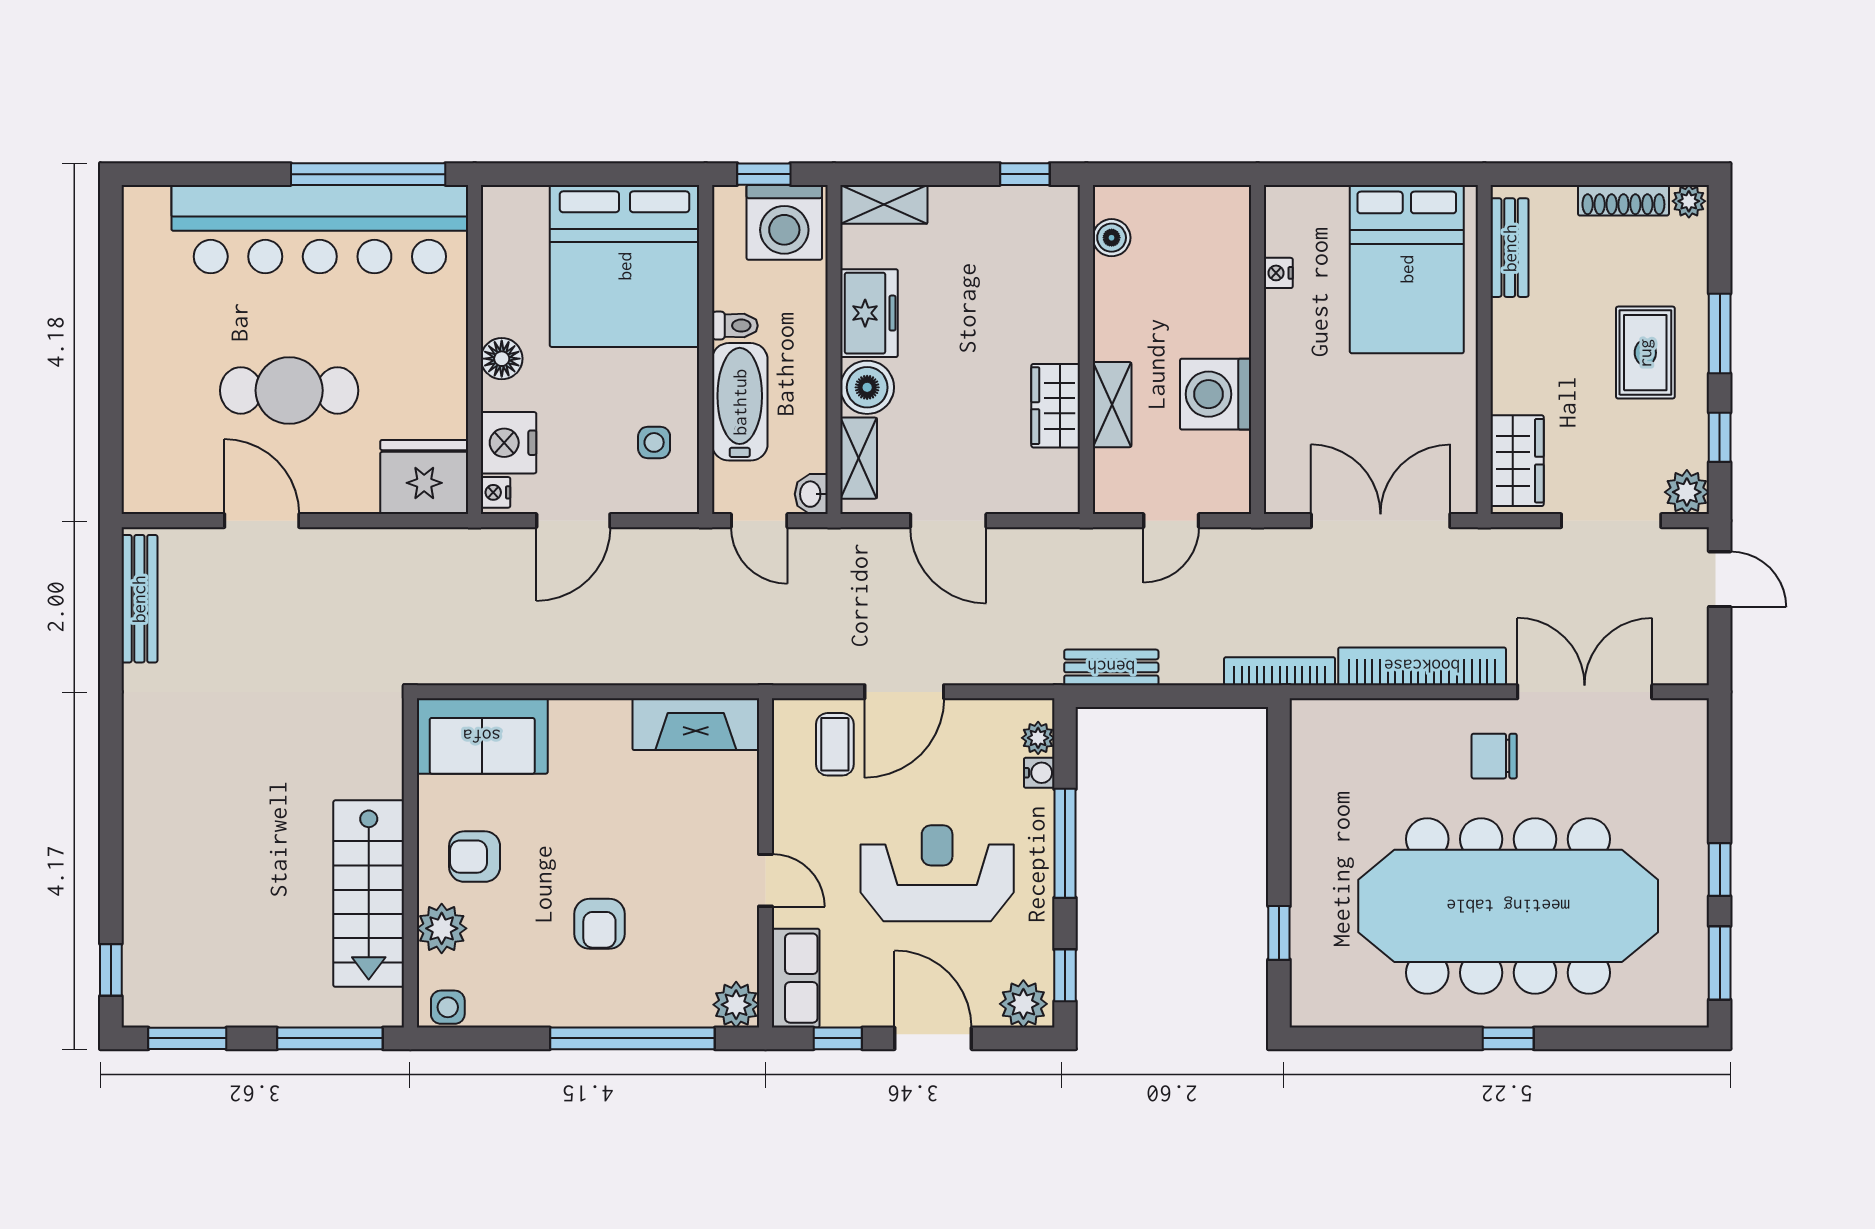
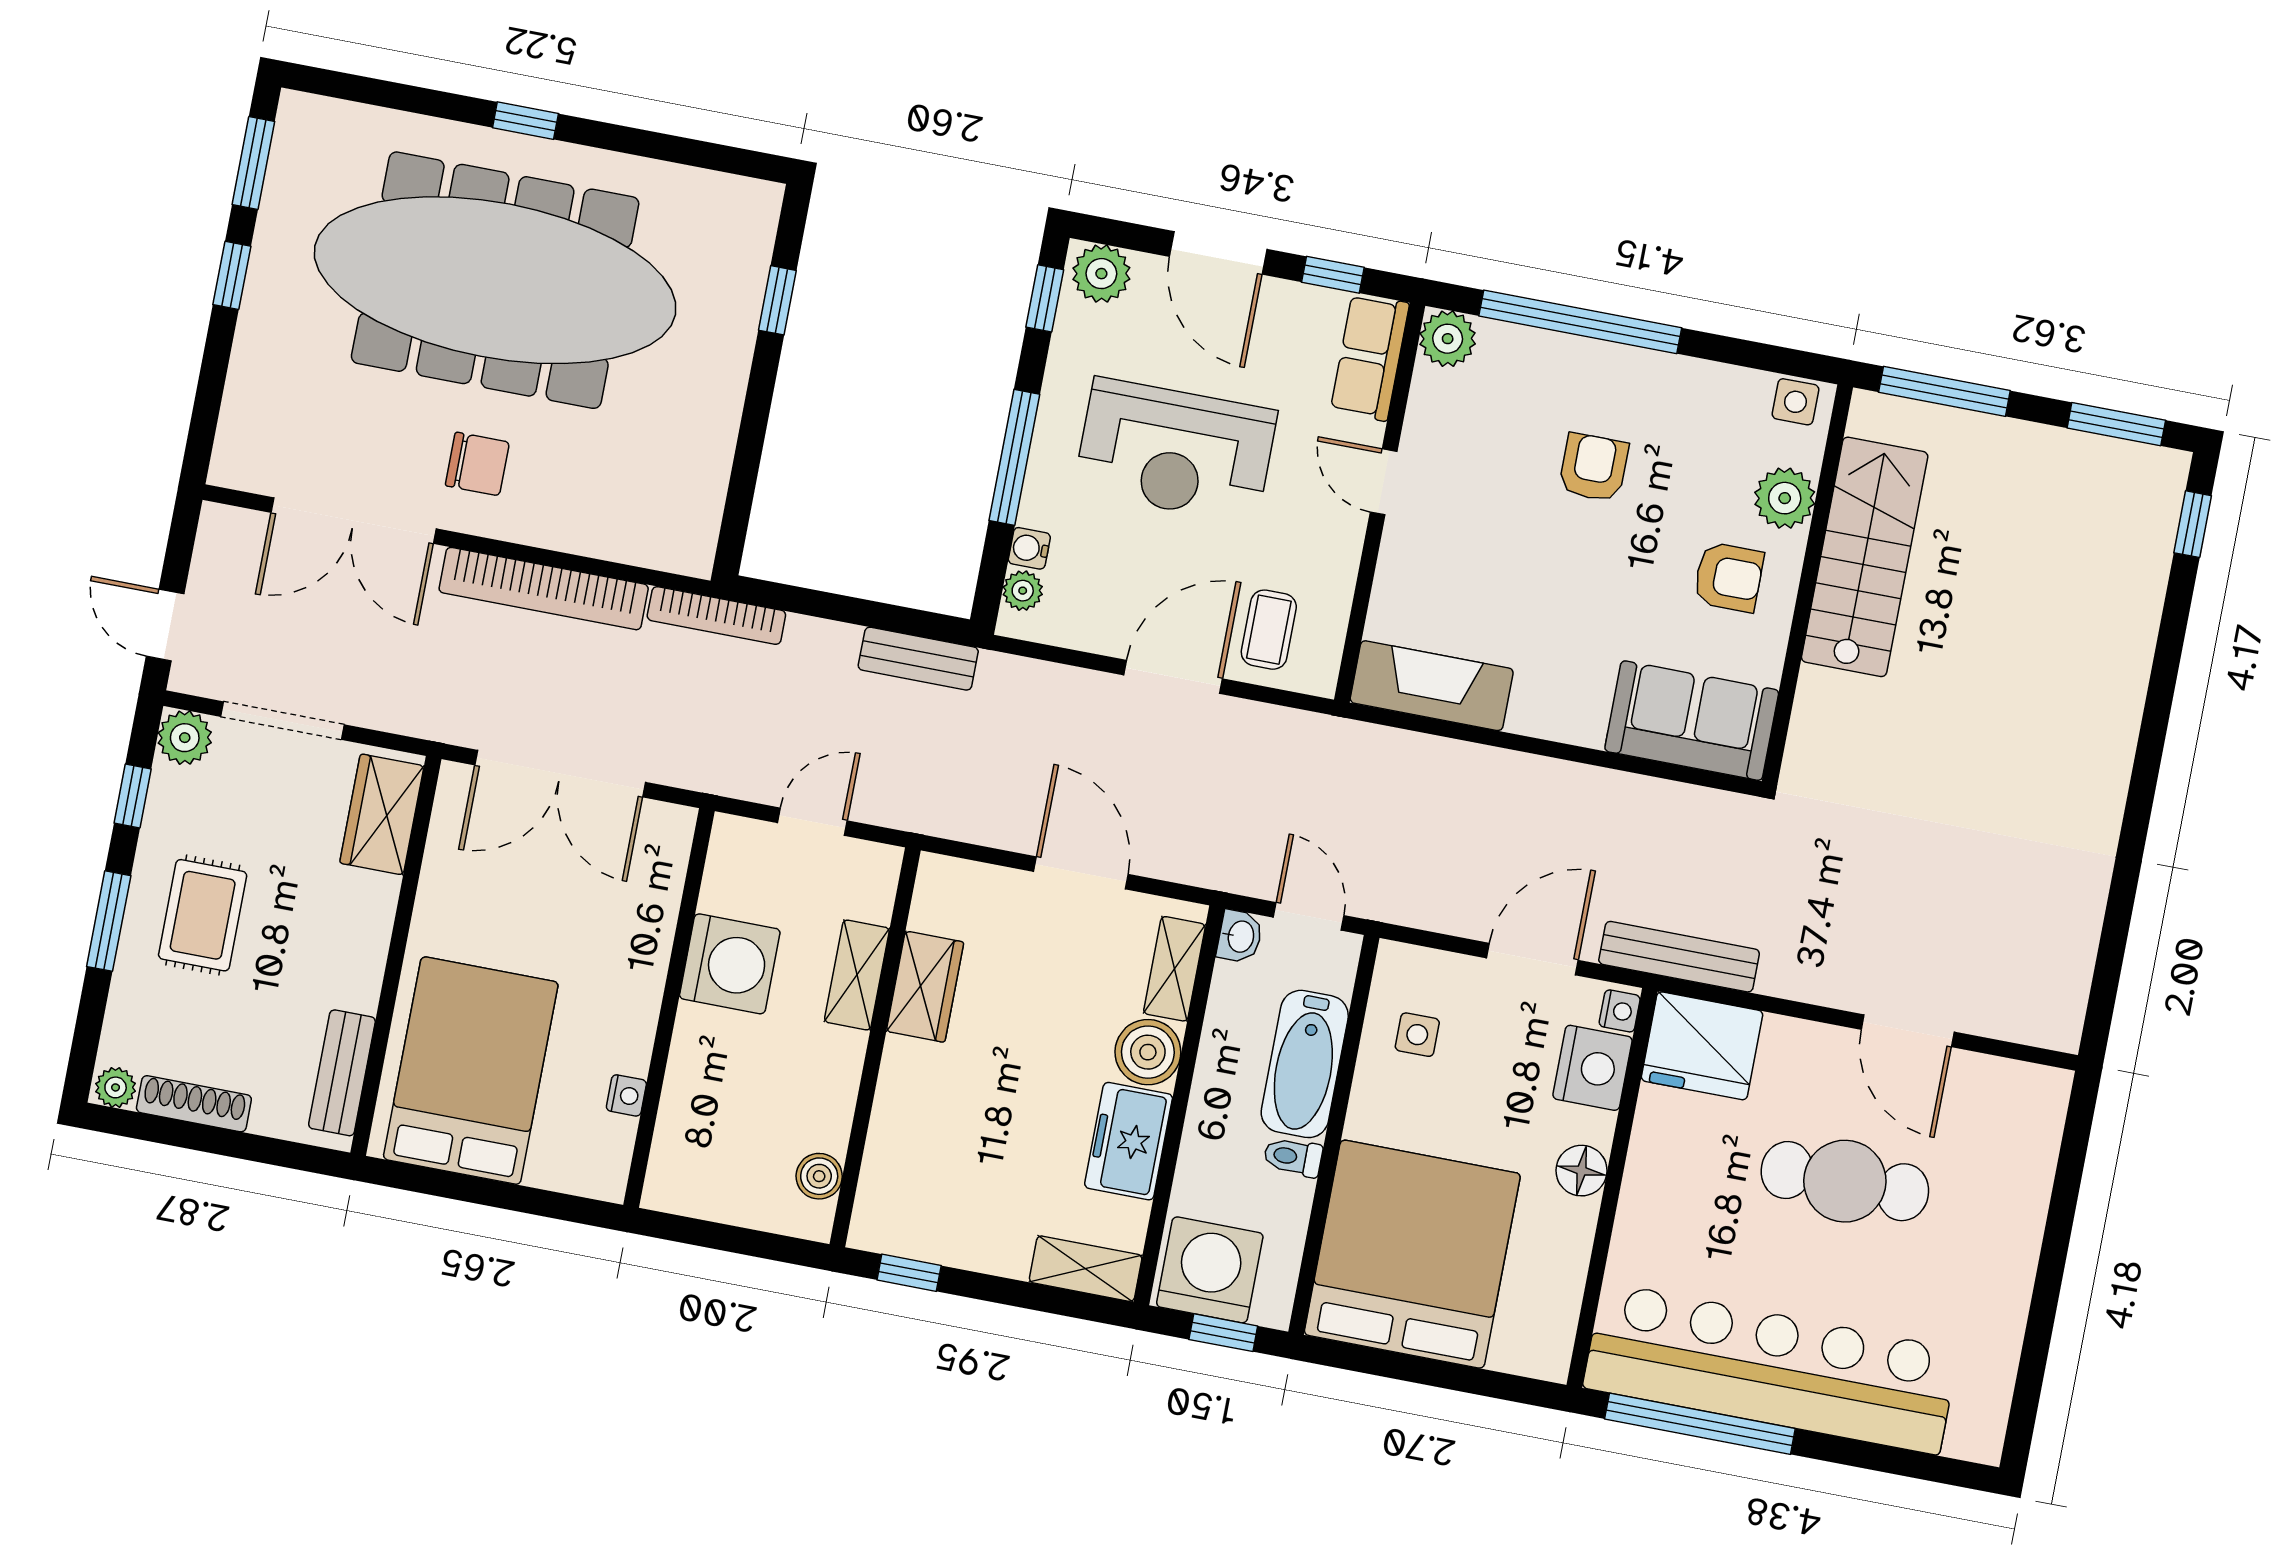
bench: (139, 599) -> (1679, 957), moved, turned 90

